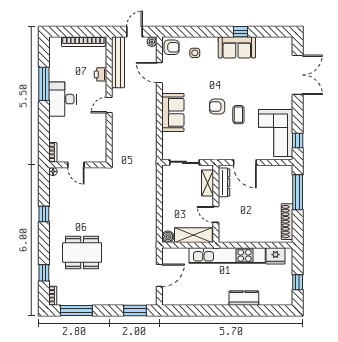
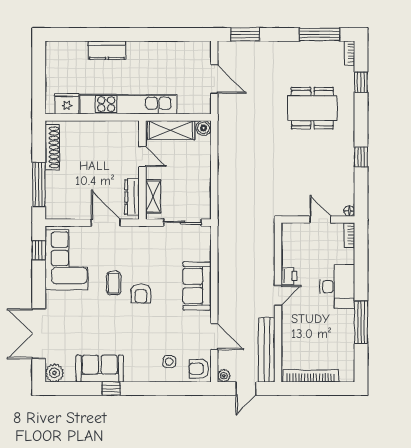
plant: (285, 44) -> (54, 373), added
sofa: (237, 47) -> (100, 369), moved
printer: (100, 74) -> (289, 276), moved
desk: (63, 99) -> (337, 287), moved
armchair: (217, 107) -> (141, 293), turned 90
door: (159, 275) -> (214, 79), swing flipped
window: (298, 282) -> (39, 70), removed

